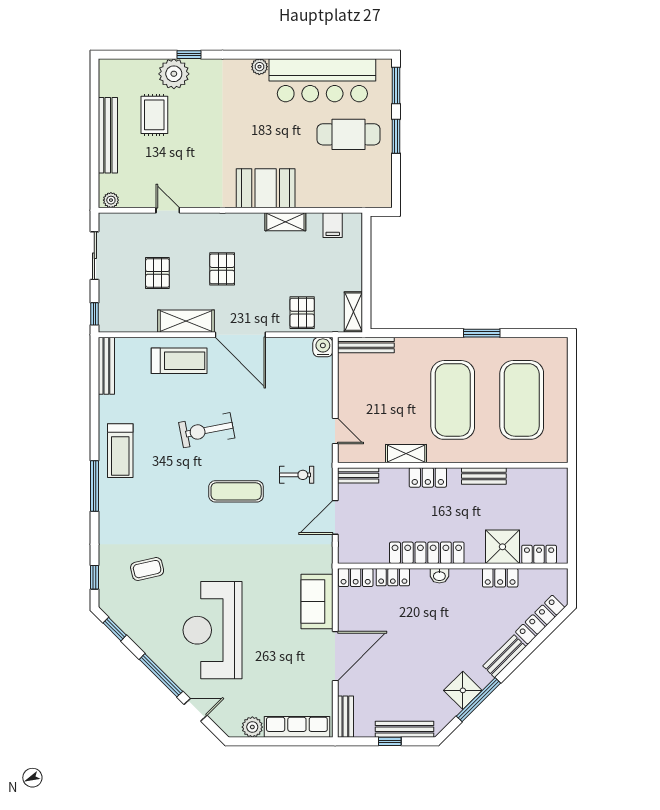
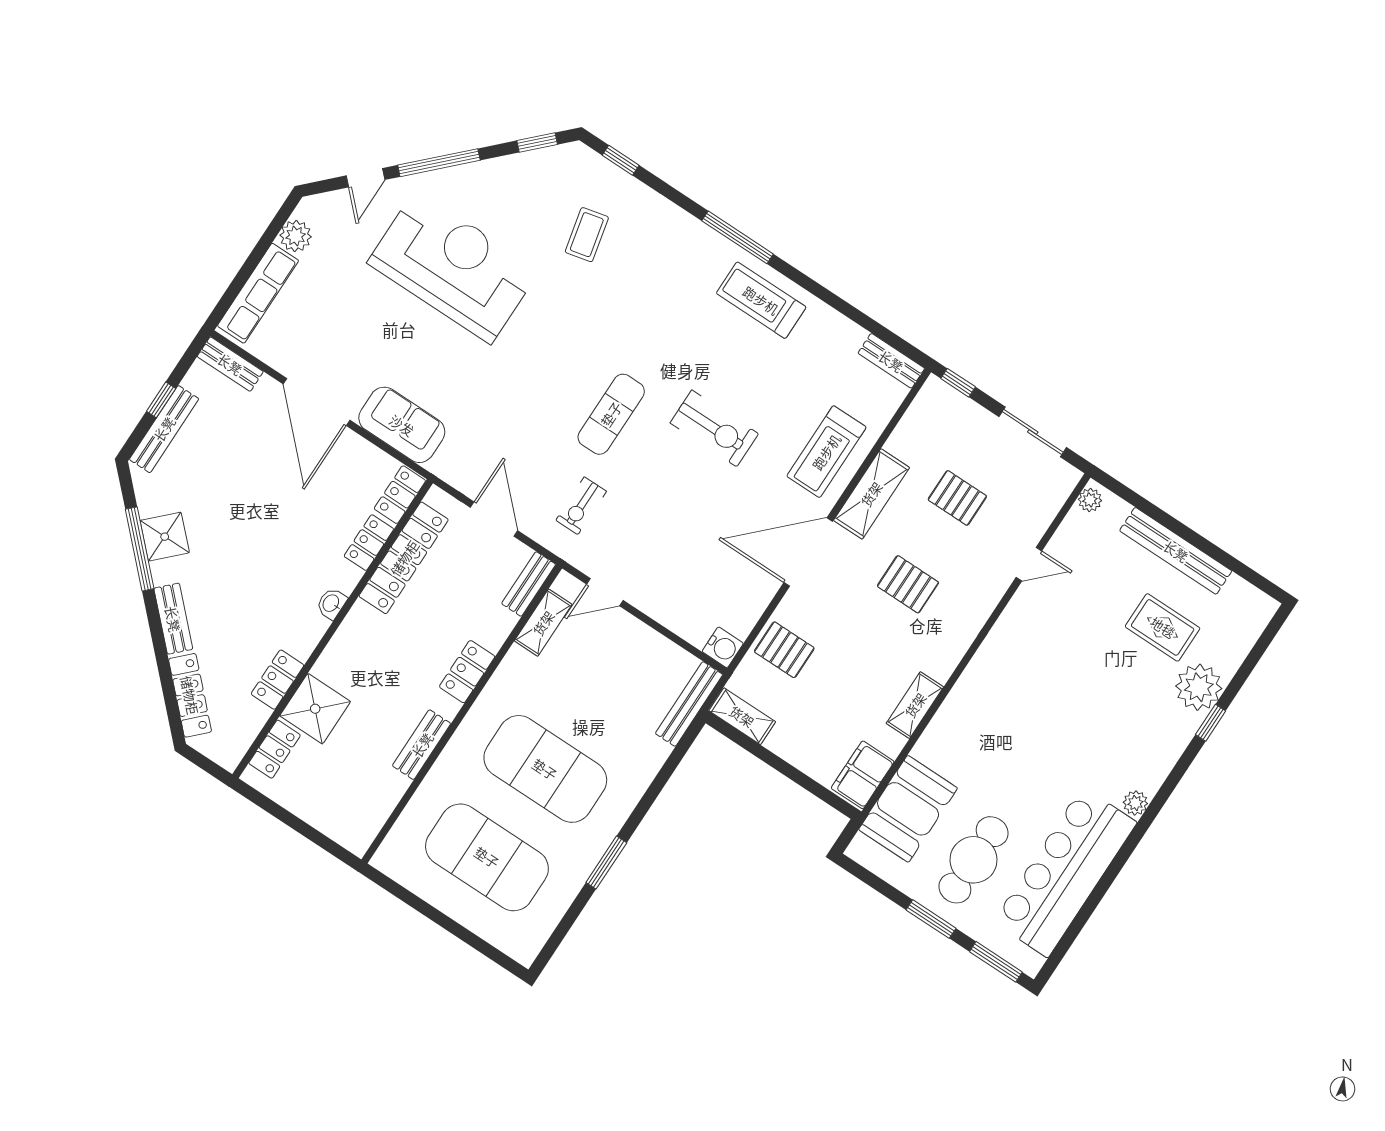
booth: (266, 188) -> (908, 809), moved
filing cabinet: (333, 225) -> (863, 775), width x2.00
bench: (106, 366) -> (891, 361), width x0.73
exercise bike: (207, 430) -> (714, 428), turned 101
shelving: (406, 454) -> (543, 623), moved
locker: (427, 553) -> (404, 558), moved

